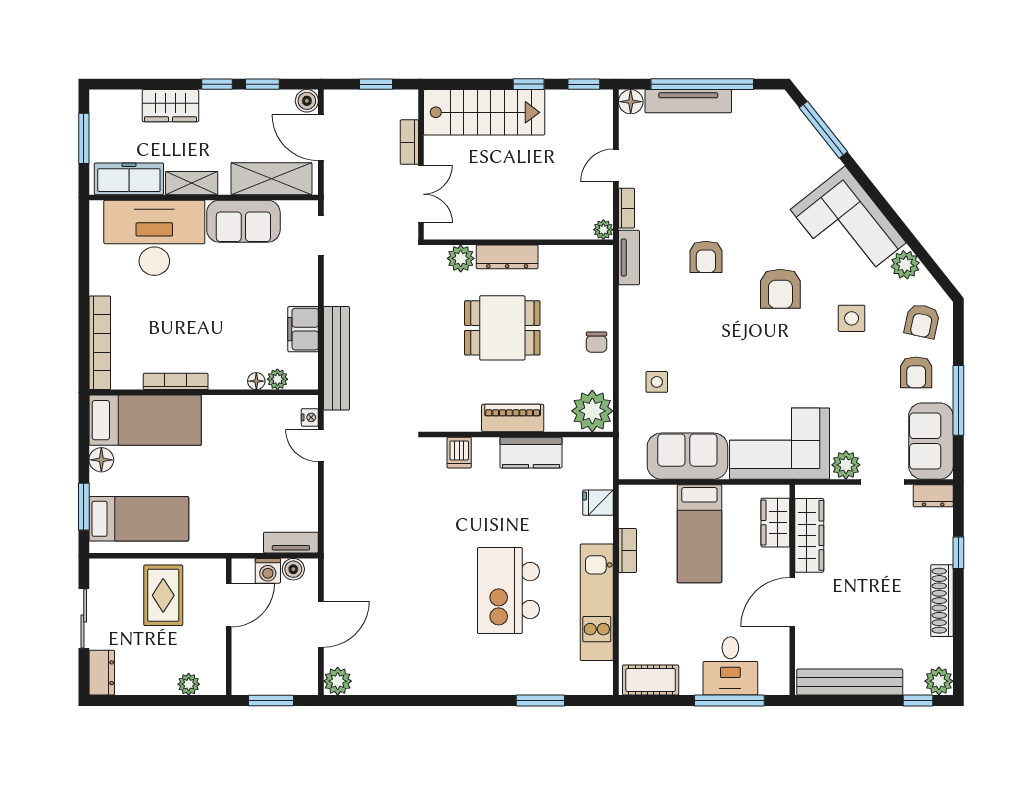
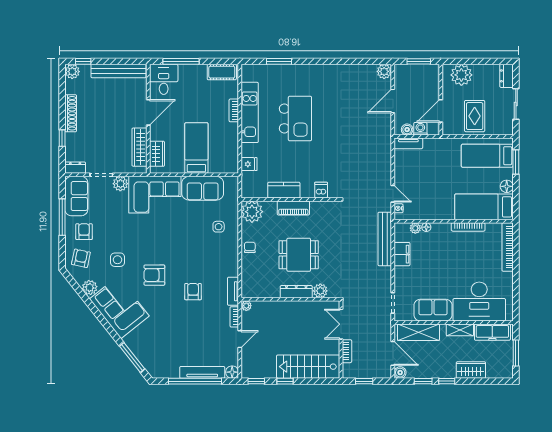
armchair: (780, 289) -> (154, 275), turned -90
bookcase: (627, 550) -> (234, 110), moved
desk: (730, 666) -> (164, 79), moved
plant: (189, 684) -> (461, 75), width x1.88, depth x1.88

